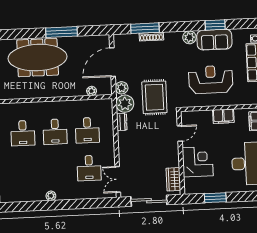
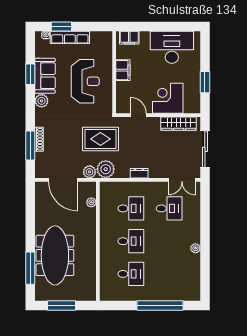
window: (62, 32) -> (30, 268), moved
reception desk: (211, 80) -> (85, 81), turned 180
dresser: (122, 122) -> (139, 173), moved
wardrobe: (173, 179) -> (179, 124), width x1.50

